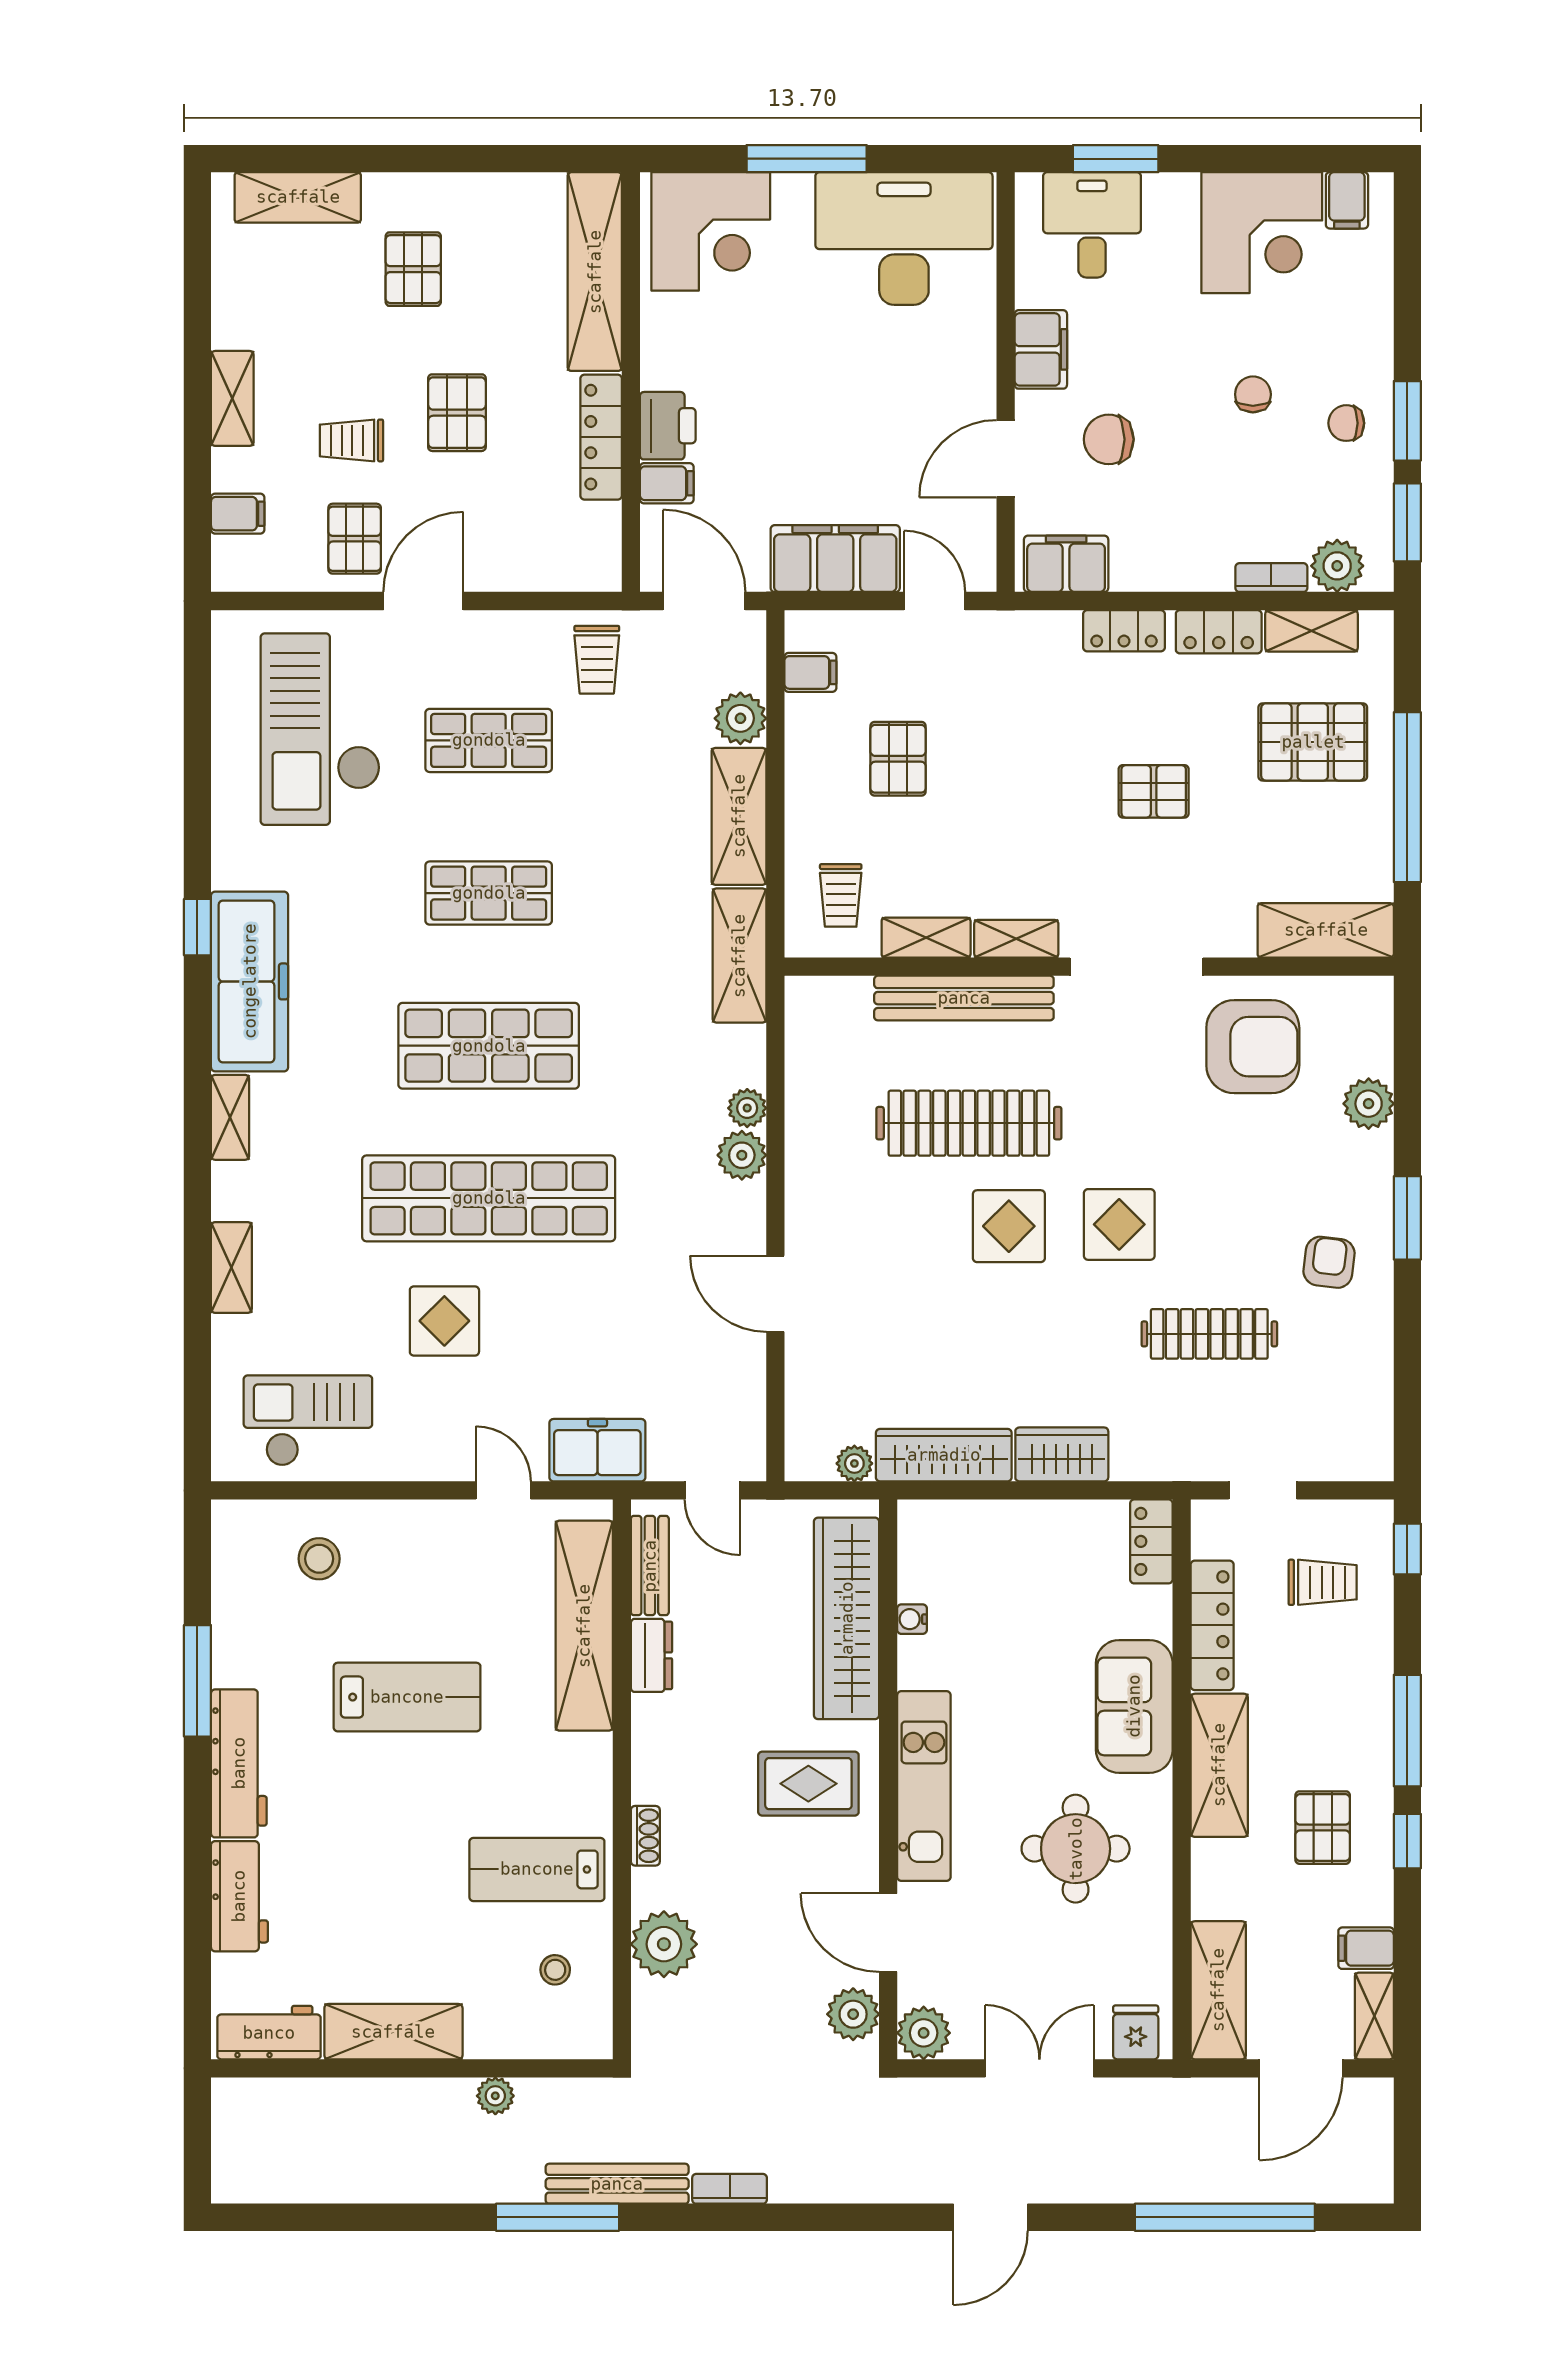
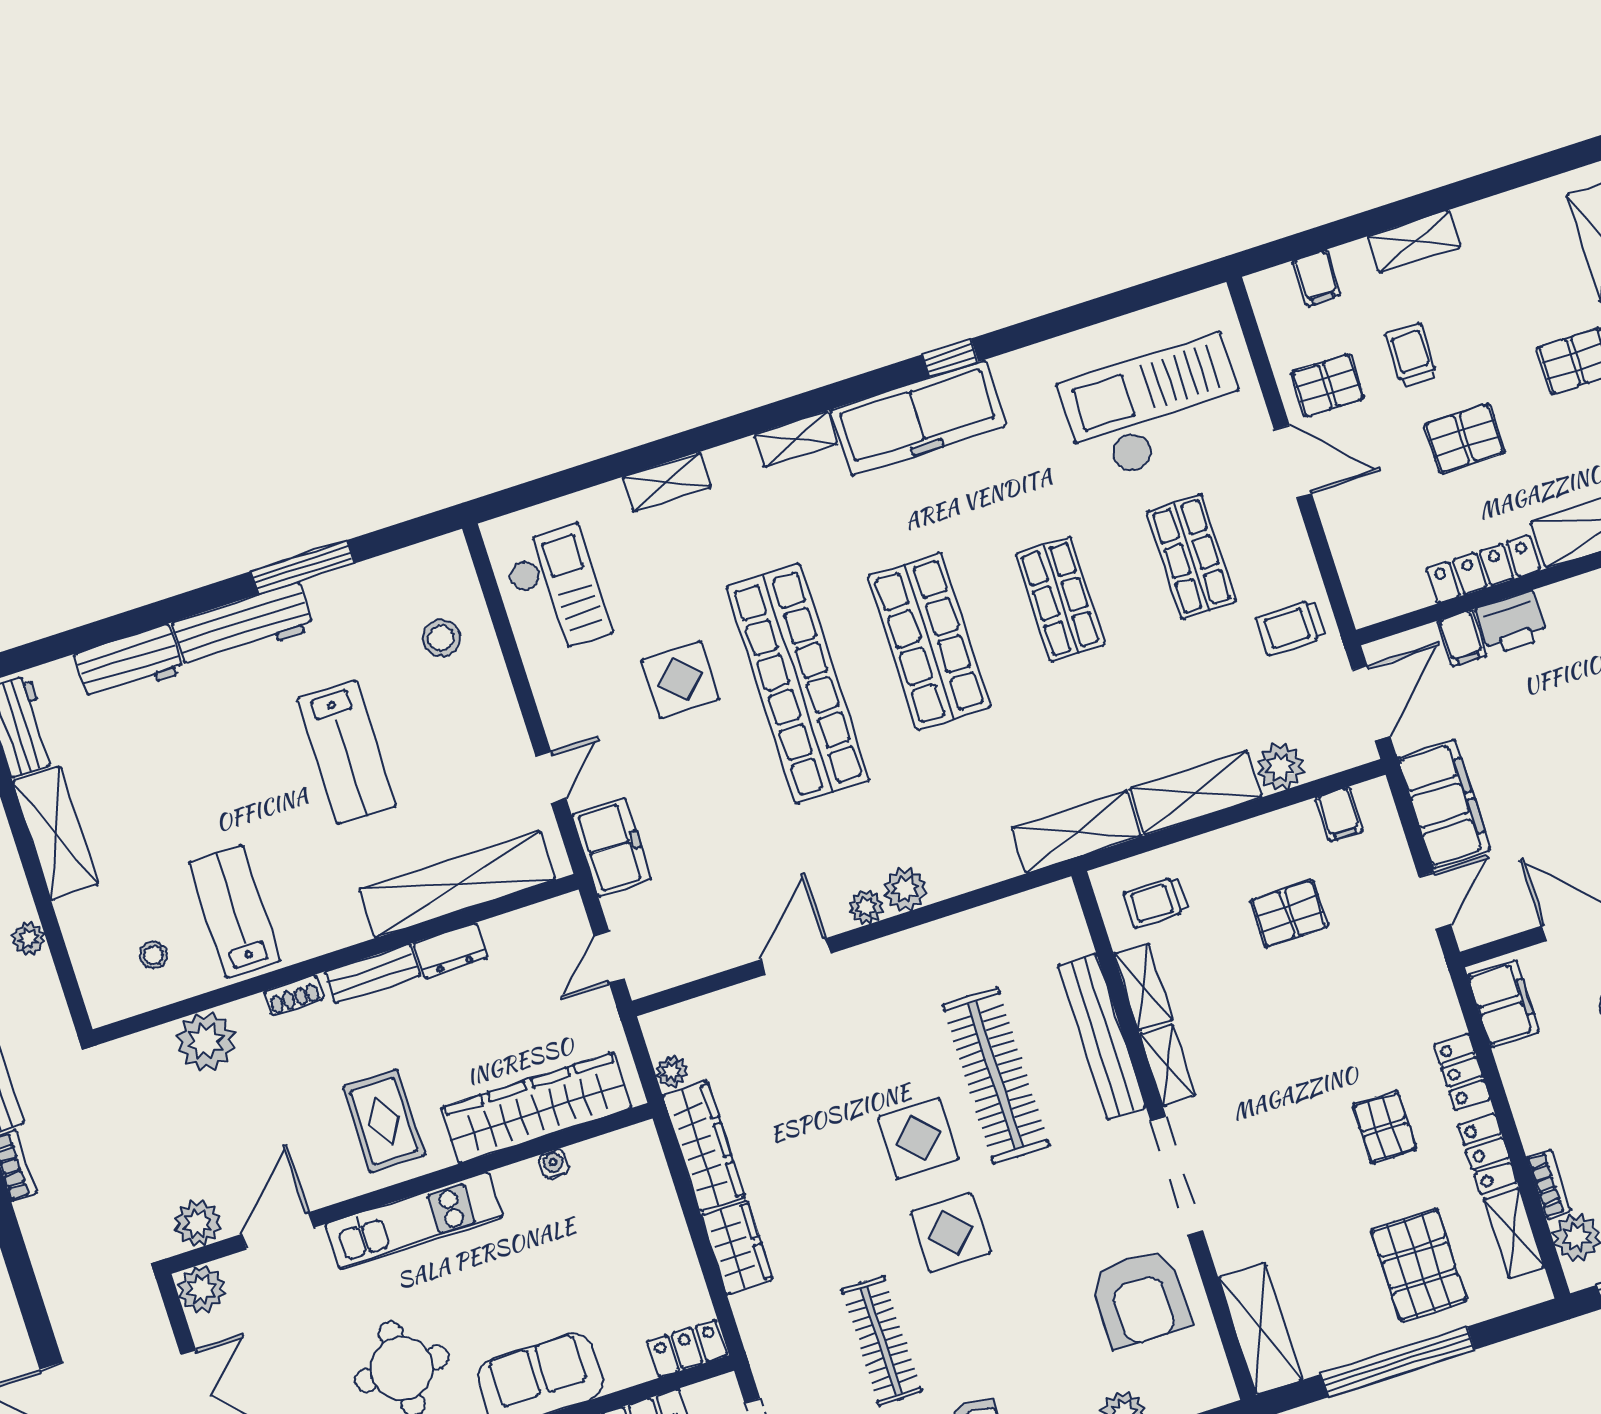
pallet: (1154, 791) -> (1385, 1127), moved
plant: (747, 1108) -> (866, 907), moved
bench: (650, 1566) -> (373, 974), moved

